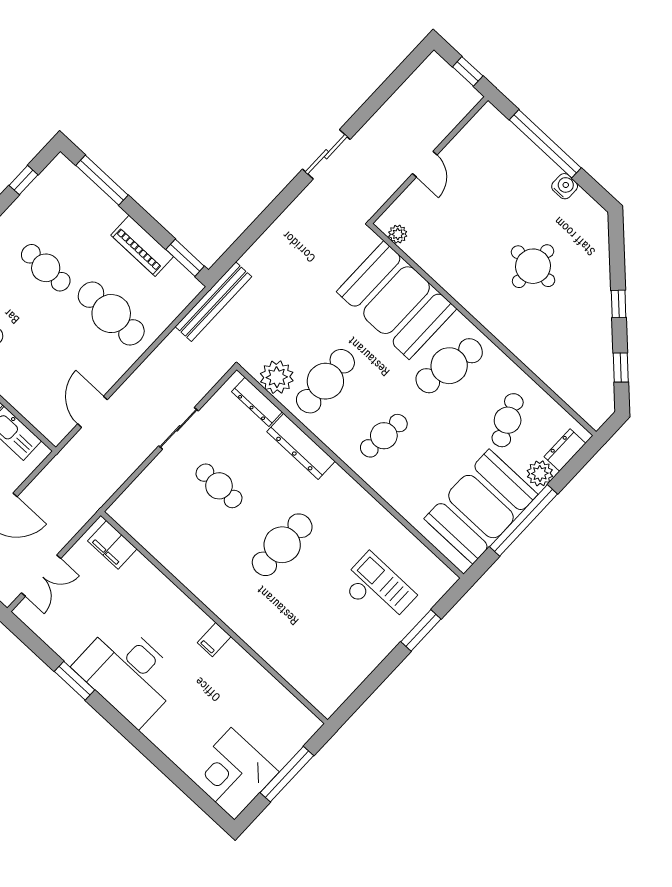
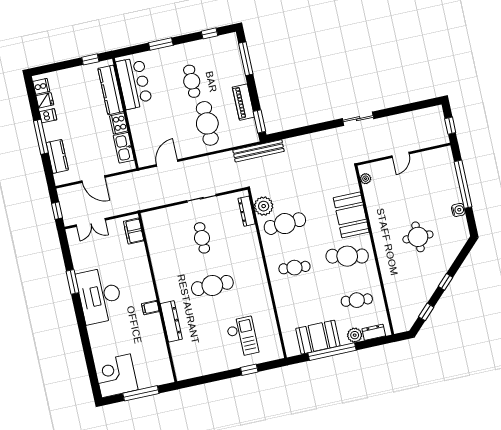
booth: (397, 300) -> (351, 215), width x0.73, depth x0.70
cafe table: (508, 420) -> (357, 300), turned 30
dresser: (301, 446) -> (171, 321), moved, turned 180
booth: (481, 507) -> (318, 337), width x0.73, depth x0.70
window: (421, 630) -> (249, 370), width x0.67

